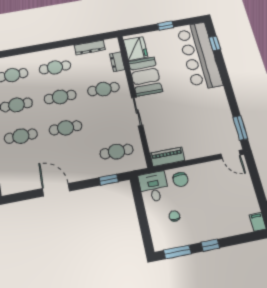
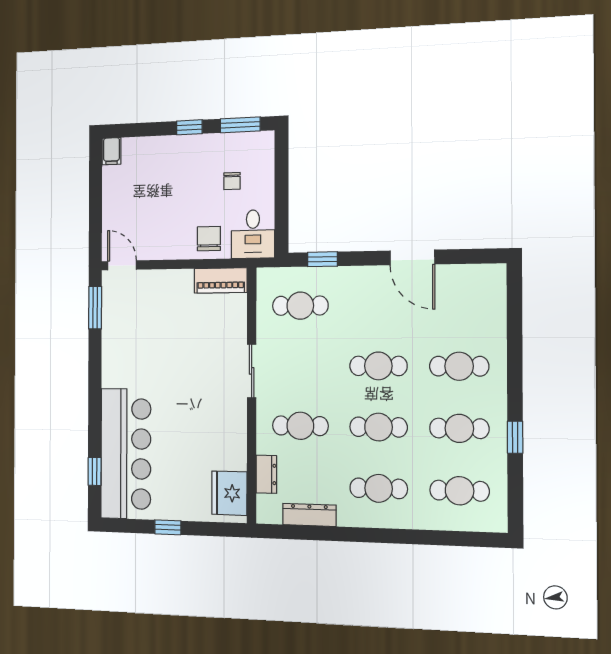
booth: (145, 76) -> (224, 434), removed

